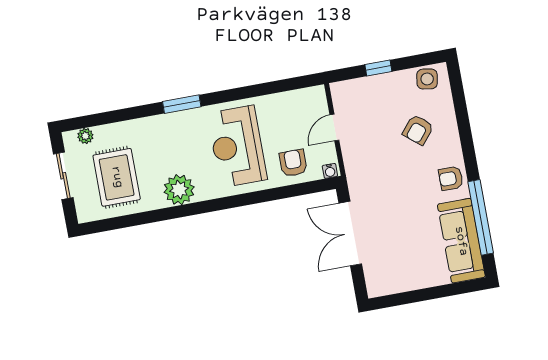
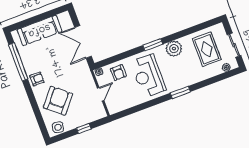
armchair: (418, 130) -> (58, 101), width x1.88, depth x1.88
reception desk: (237, 146) -> (148, 76), turned 180
window: (218, 204) -> (153, 45), added
double door: (350, 234) -> (83, 42), swing flipped
sofa: (461, 241) -> (39, 30), moved, turned 90

